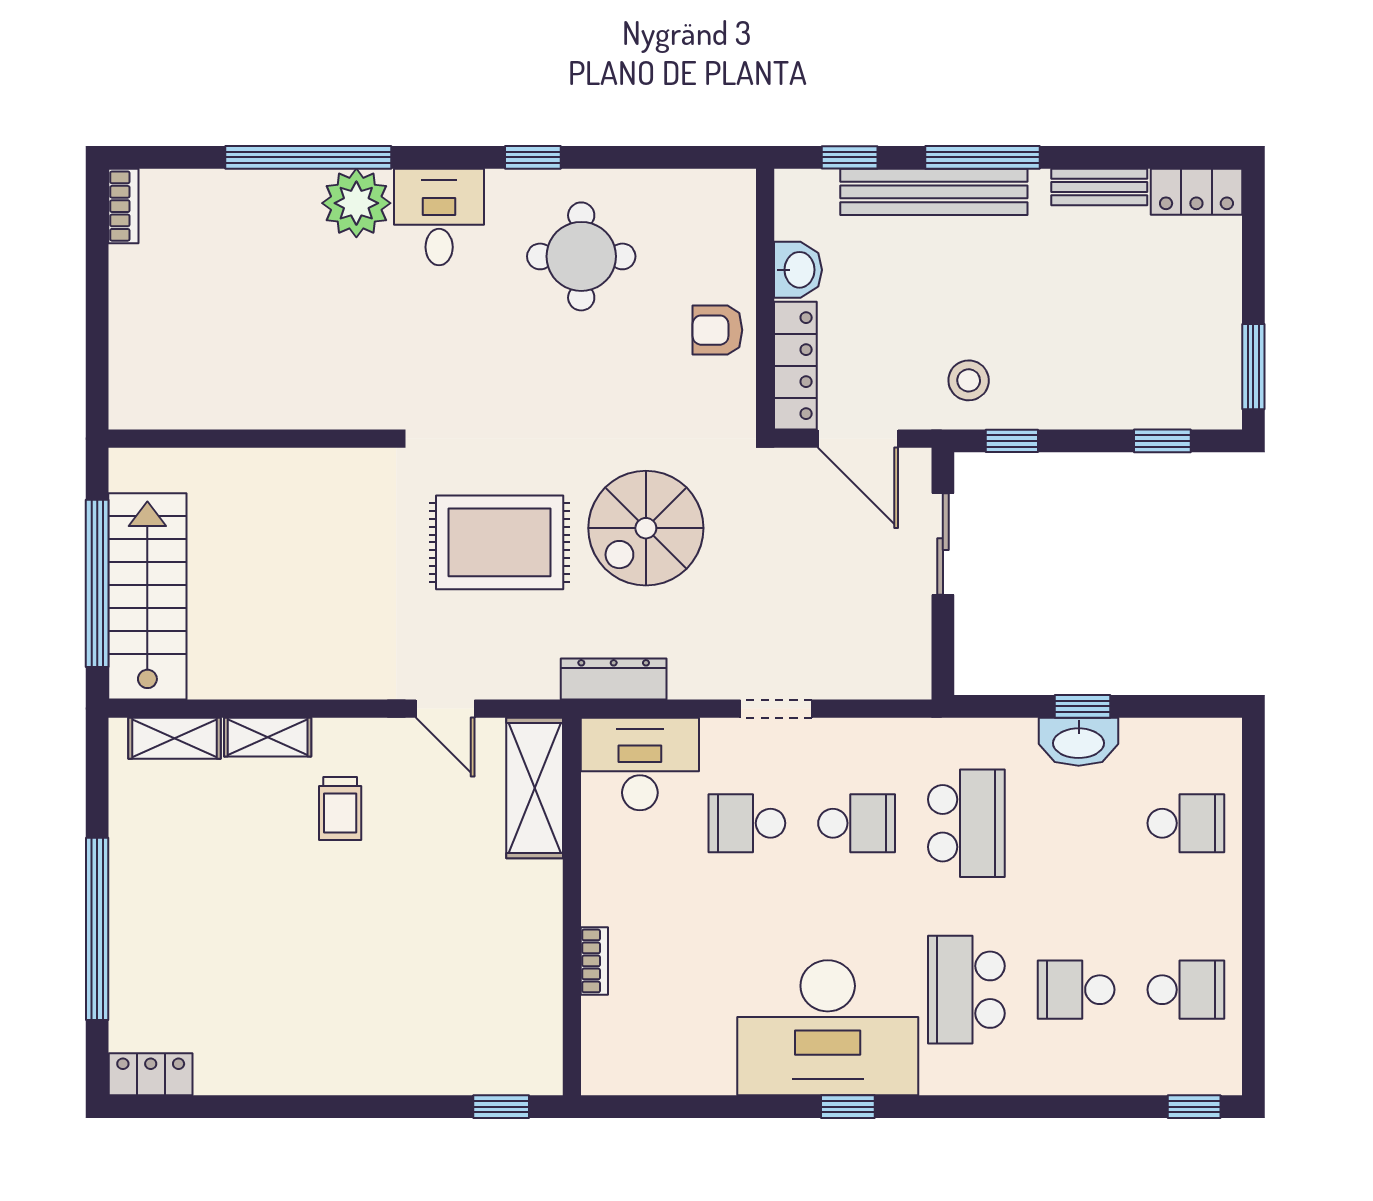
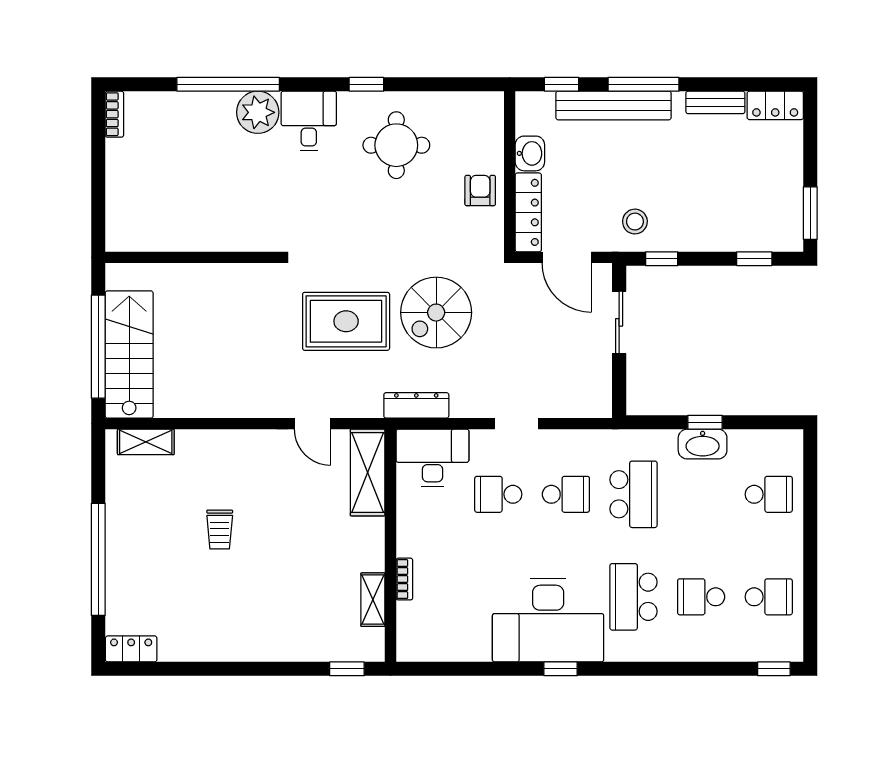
armchair: (717, 330) -> (480, 191), turned 90
shelving: (268, 737) -> (373, 600), moved, turned 90
trolley: (340, 809) -> (220, 529), moved

